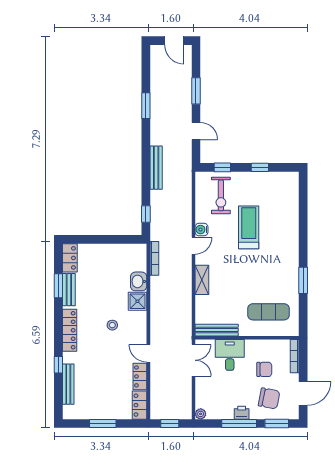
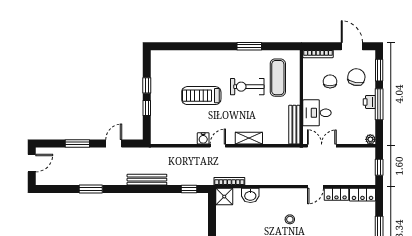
window: (222, 167) -> (147, 108), moved
exercise bike: (221, 195) -> (247, 87), moved, turned 180
door: (193, 246) -> (218, 146), hinge flipped
shower: (137, 301) -> (224, 197), moved

